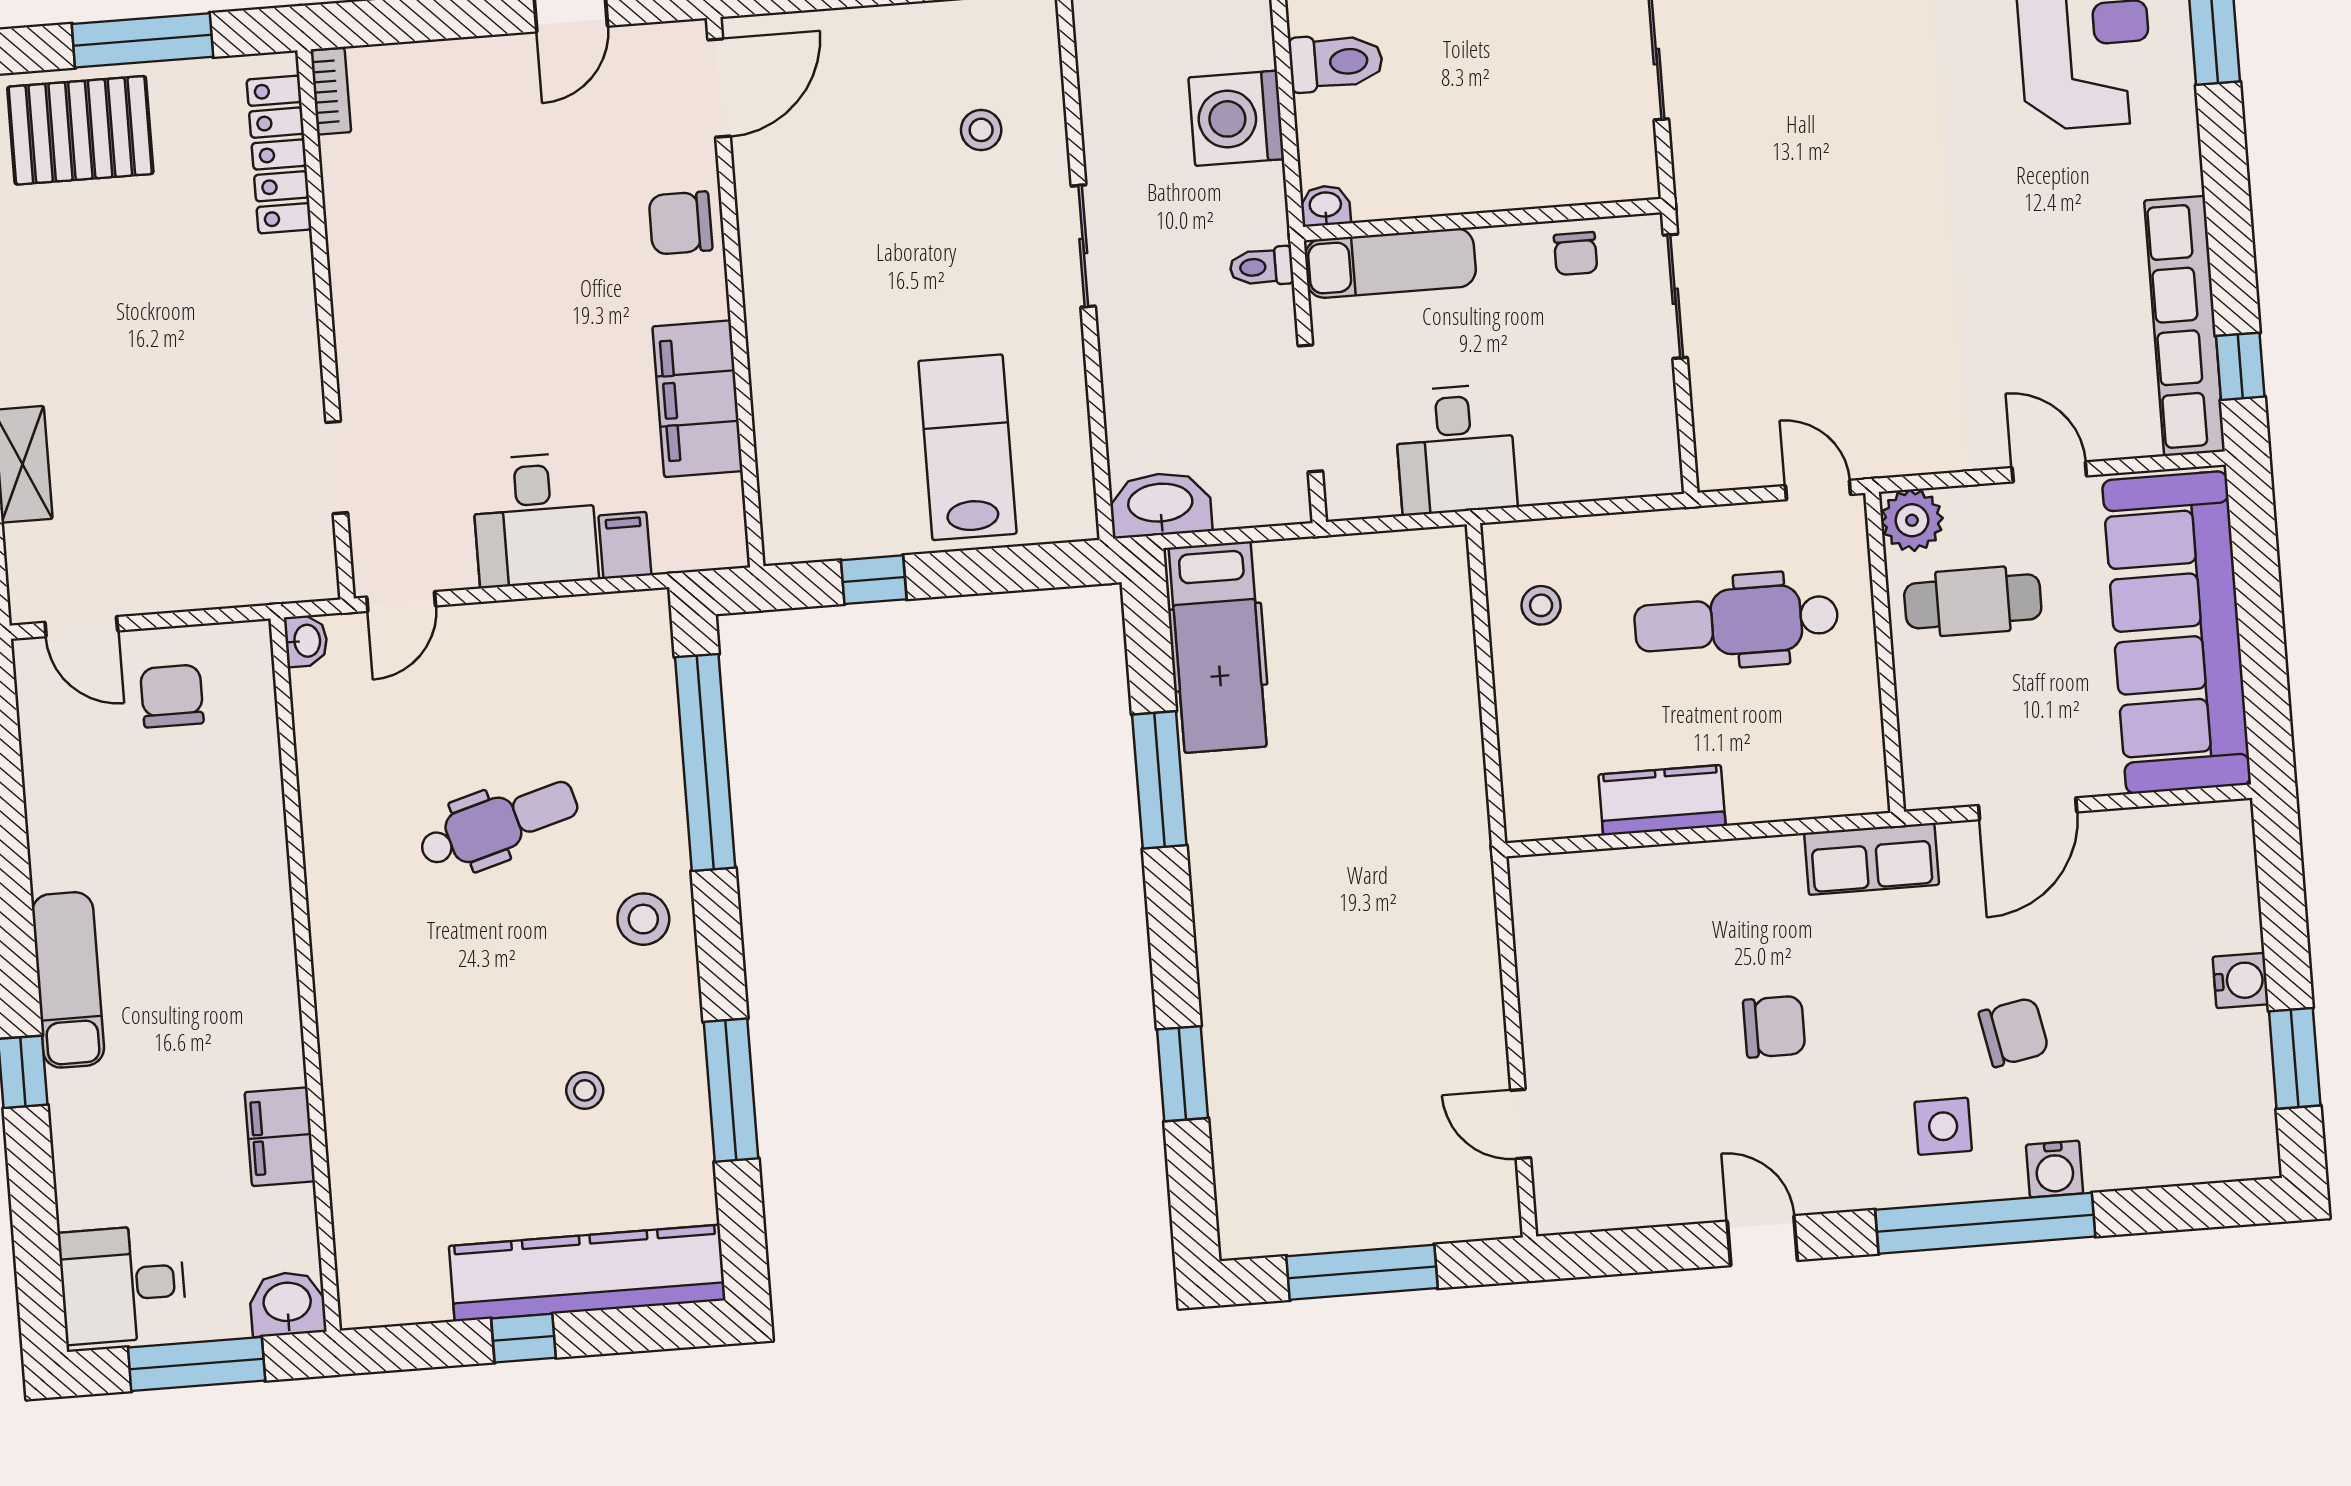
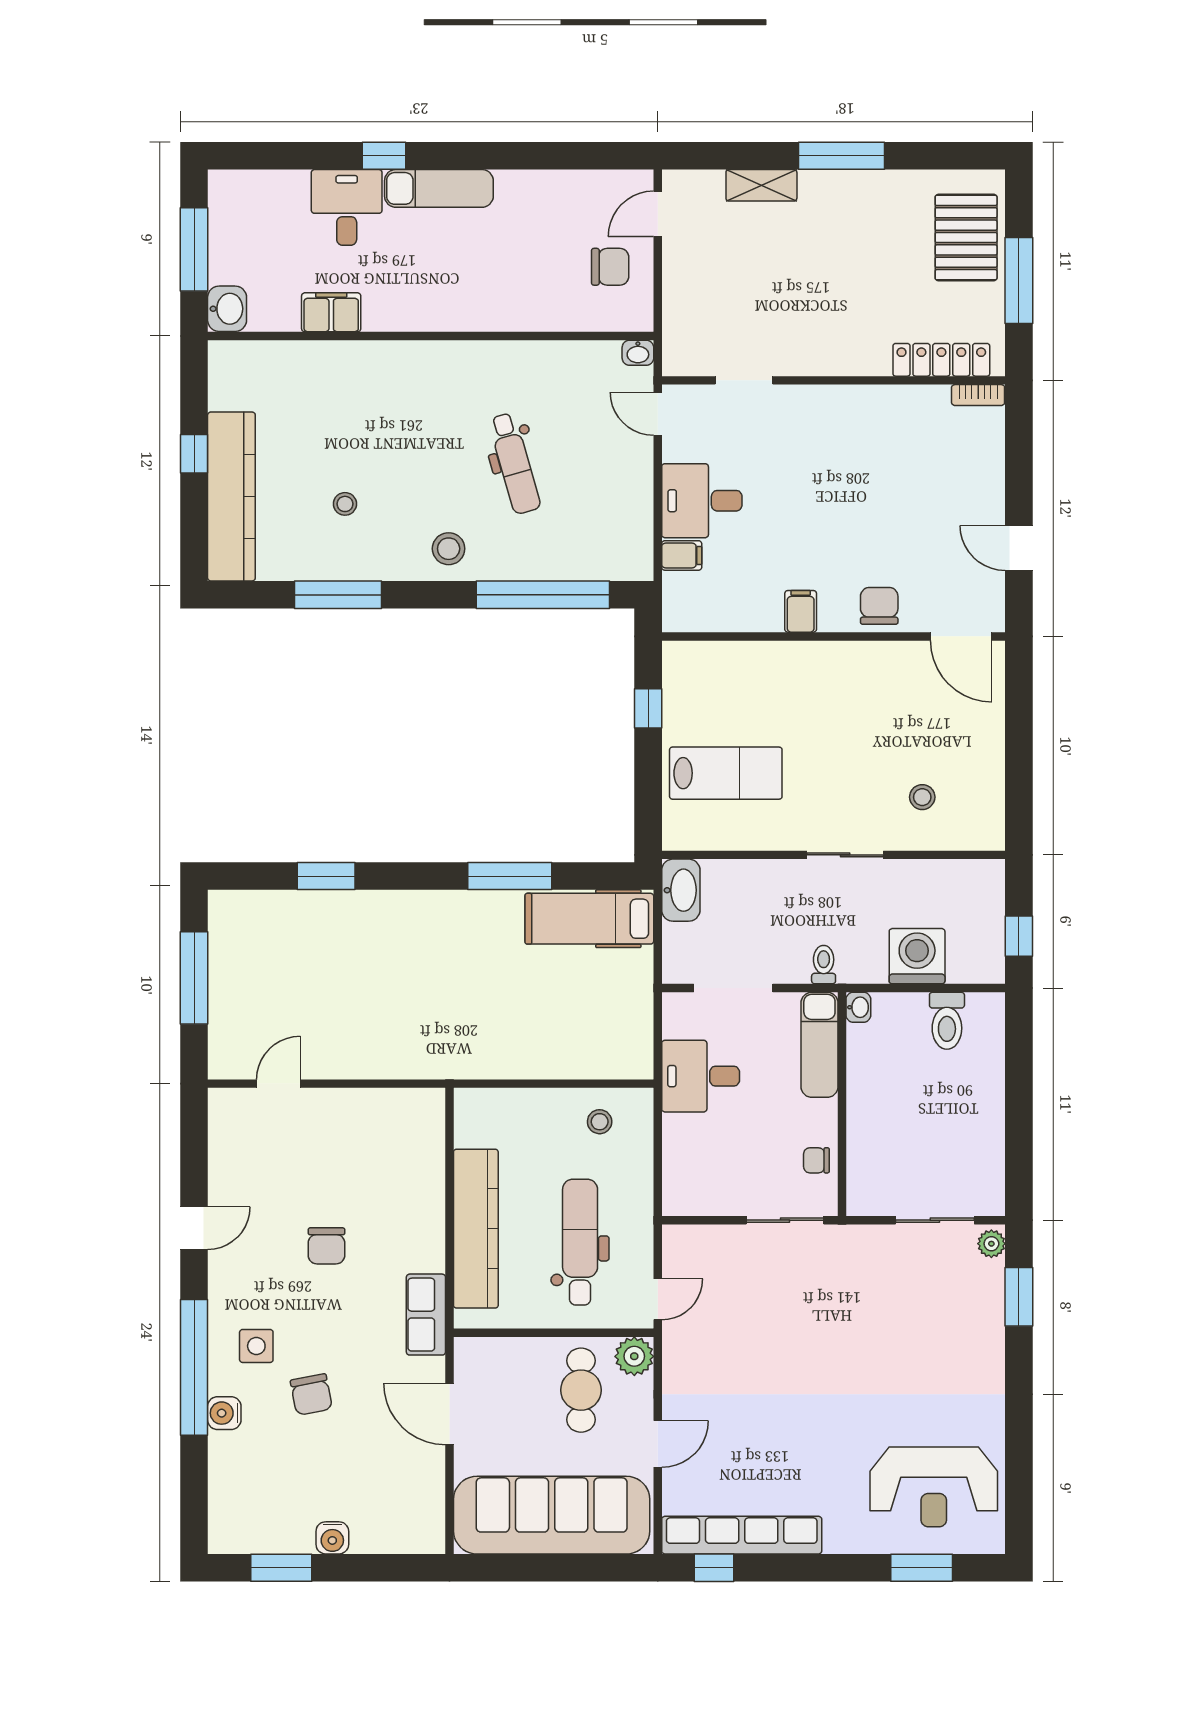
filing cabinet: (698, 399) -> (801, 611), width x0.33, depth x0.86
kitchen counter: (1662, 800) -> (476, 1229), width x2.08, depth x1.17
desk: (123, 1284) -> (347, 207), moved

